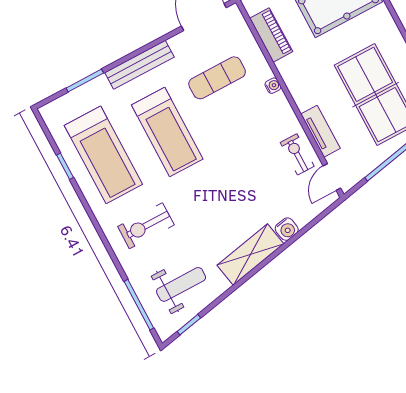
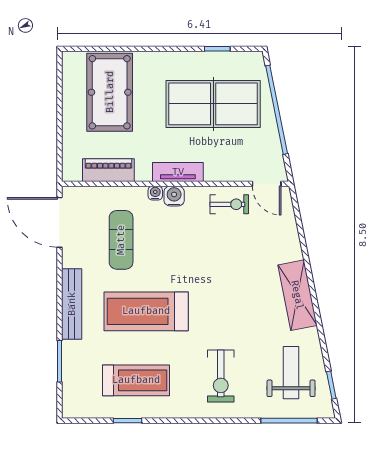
tv unit: (320, 131) -> (178, 172), moved
treadmill: (167, 132) -> (146, 311), turned 180
exercise bike: (297, 154) -> (229, 204), turned 180
treadmill: (103, 155) -> (136, 380), width x0.73, depth x0.73
water cooler: (287, 229) -> (174, 196), moved, turned -79

